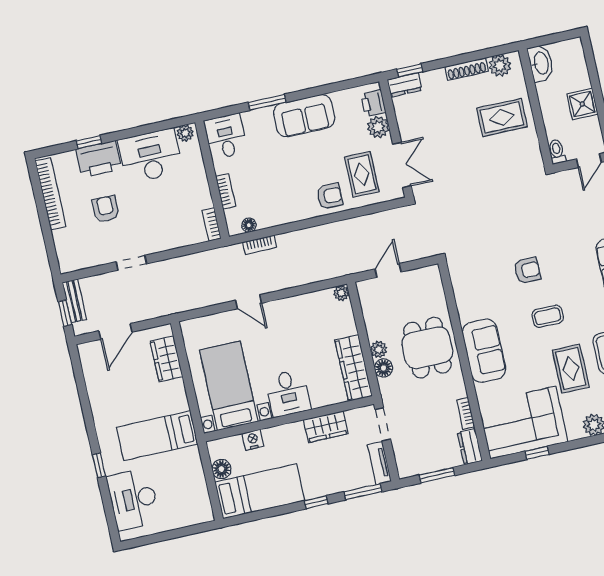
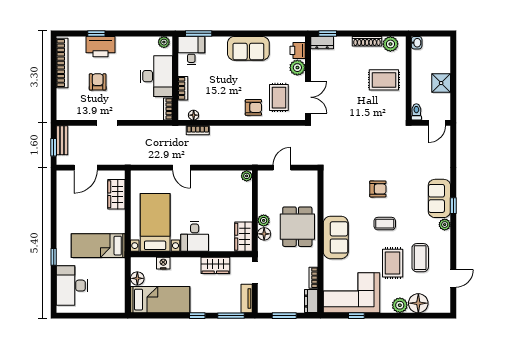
washbasin: (541, 63) -> (417, 43), width x0.52, depth x0.69
window: (267, 102) -> (199, 33), moved
desk: (150, 156) -> (156, 76), moved, turned 90
wardrobe: (354, 368) -> (244, 237), width x0.67

